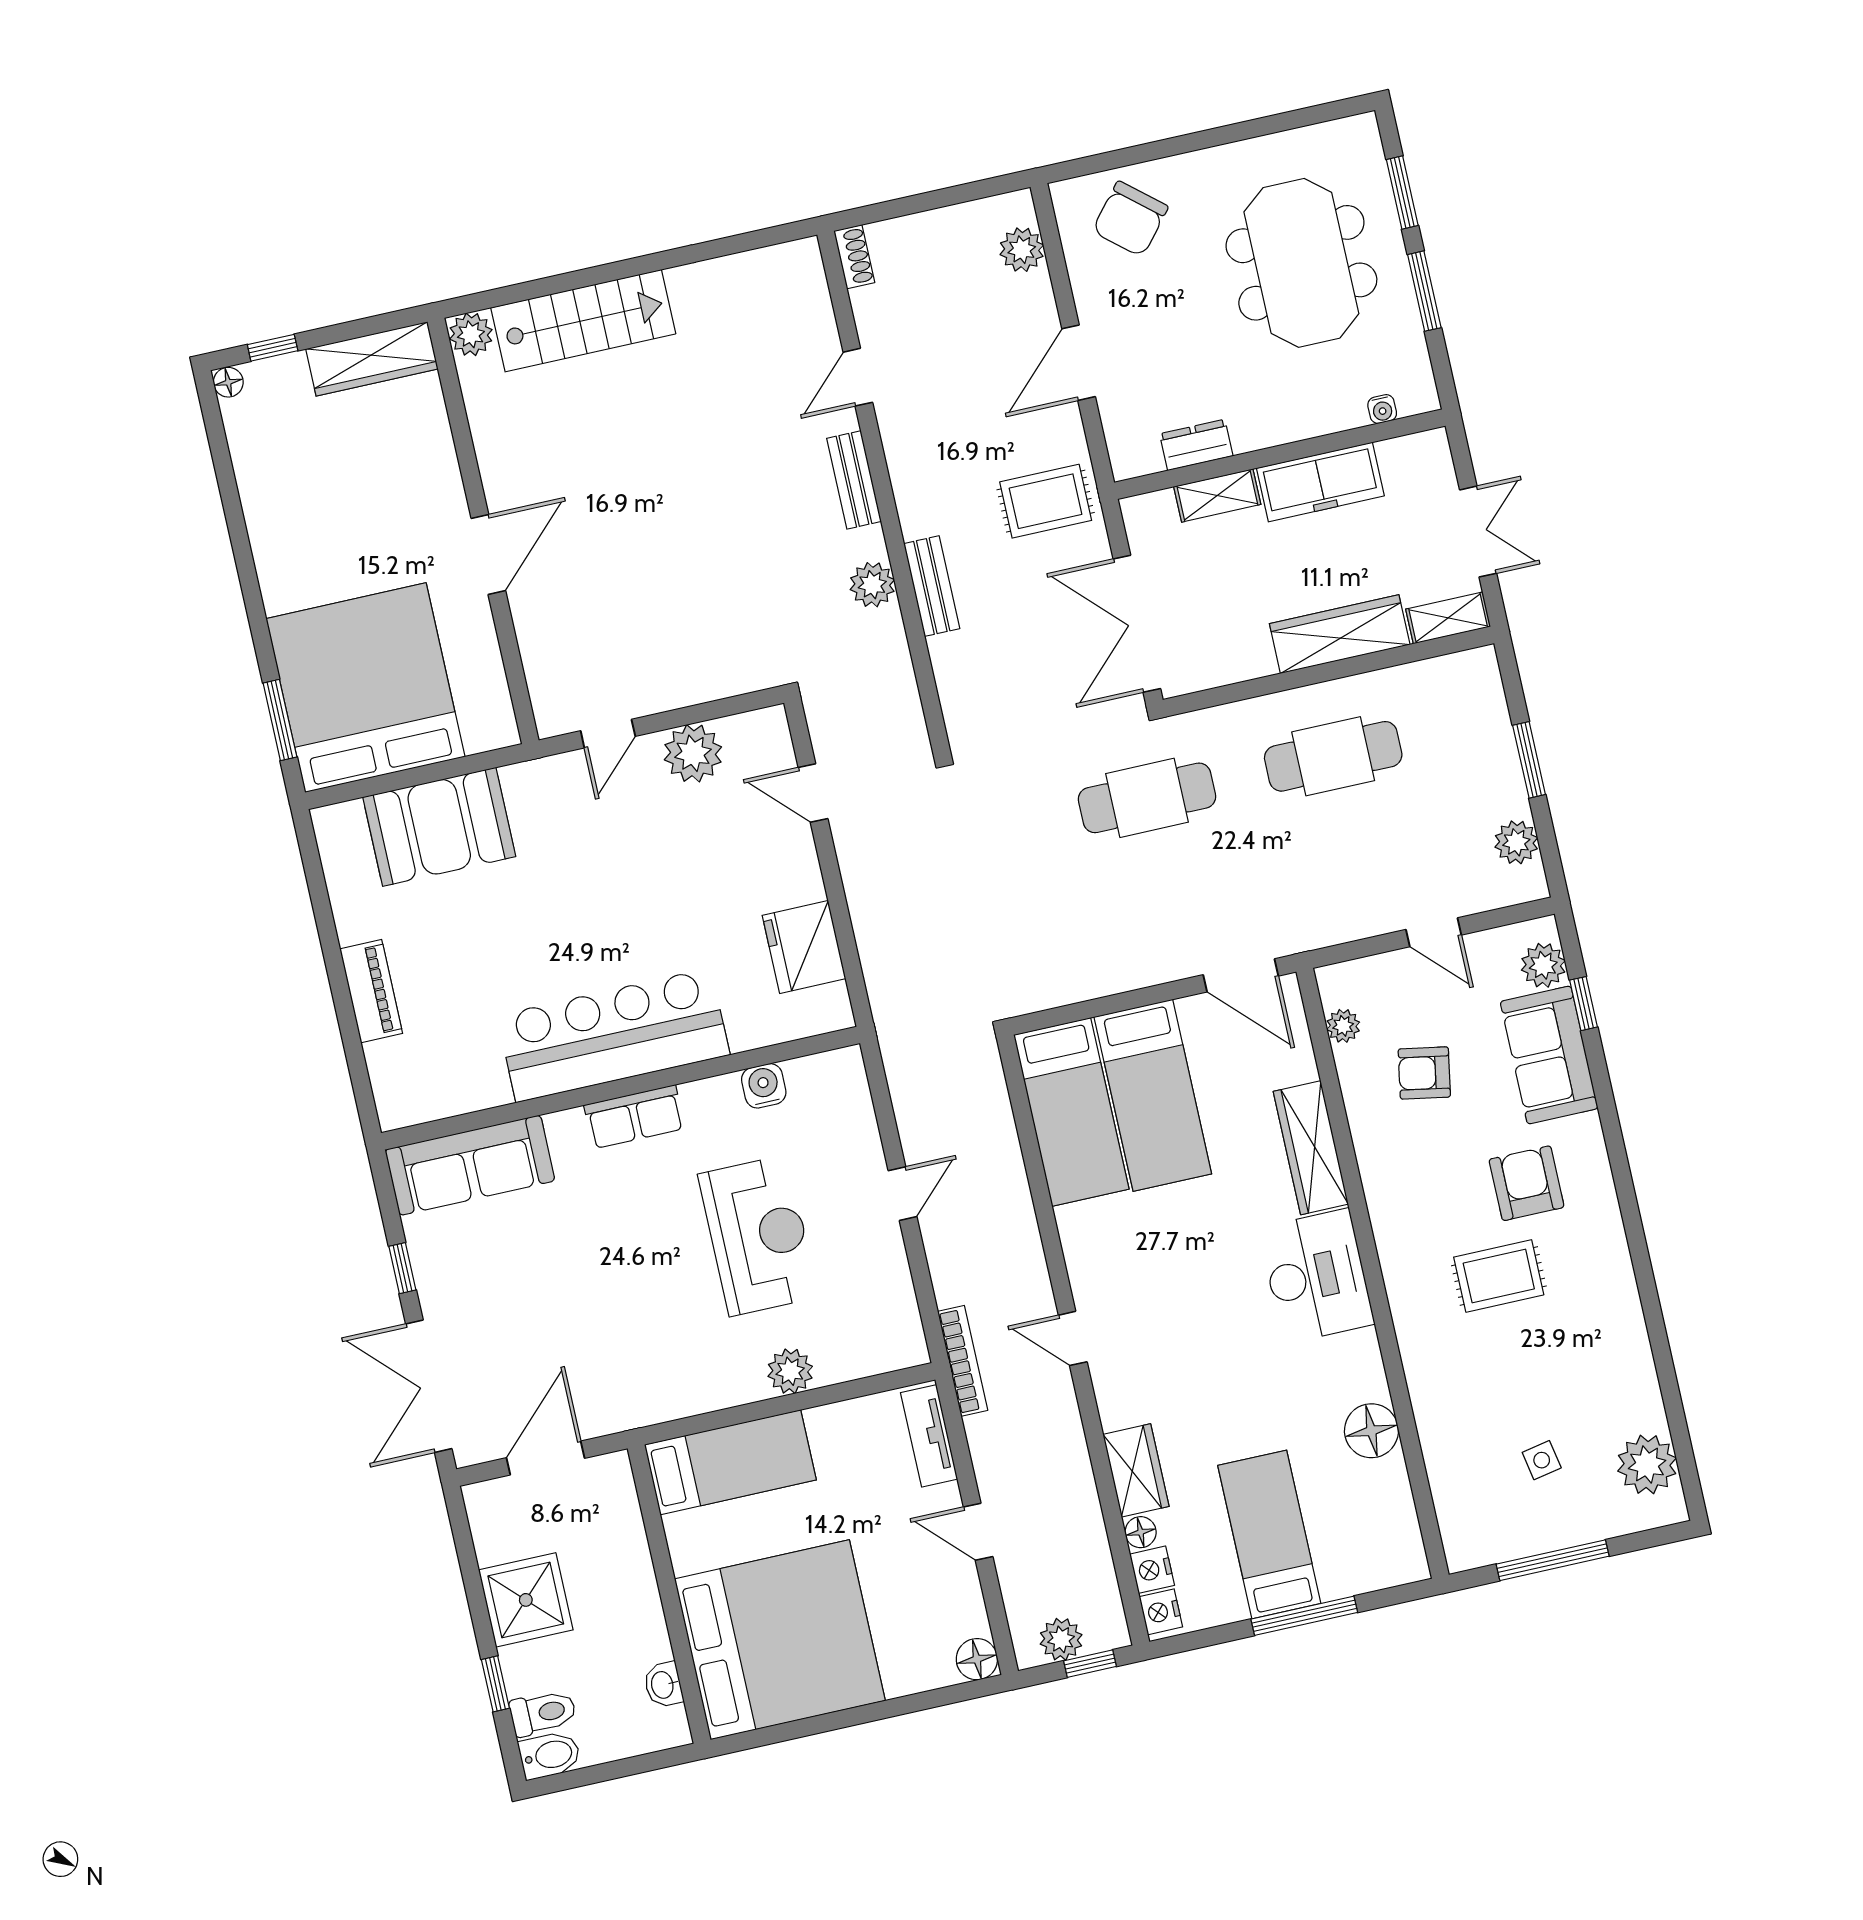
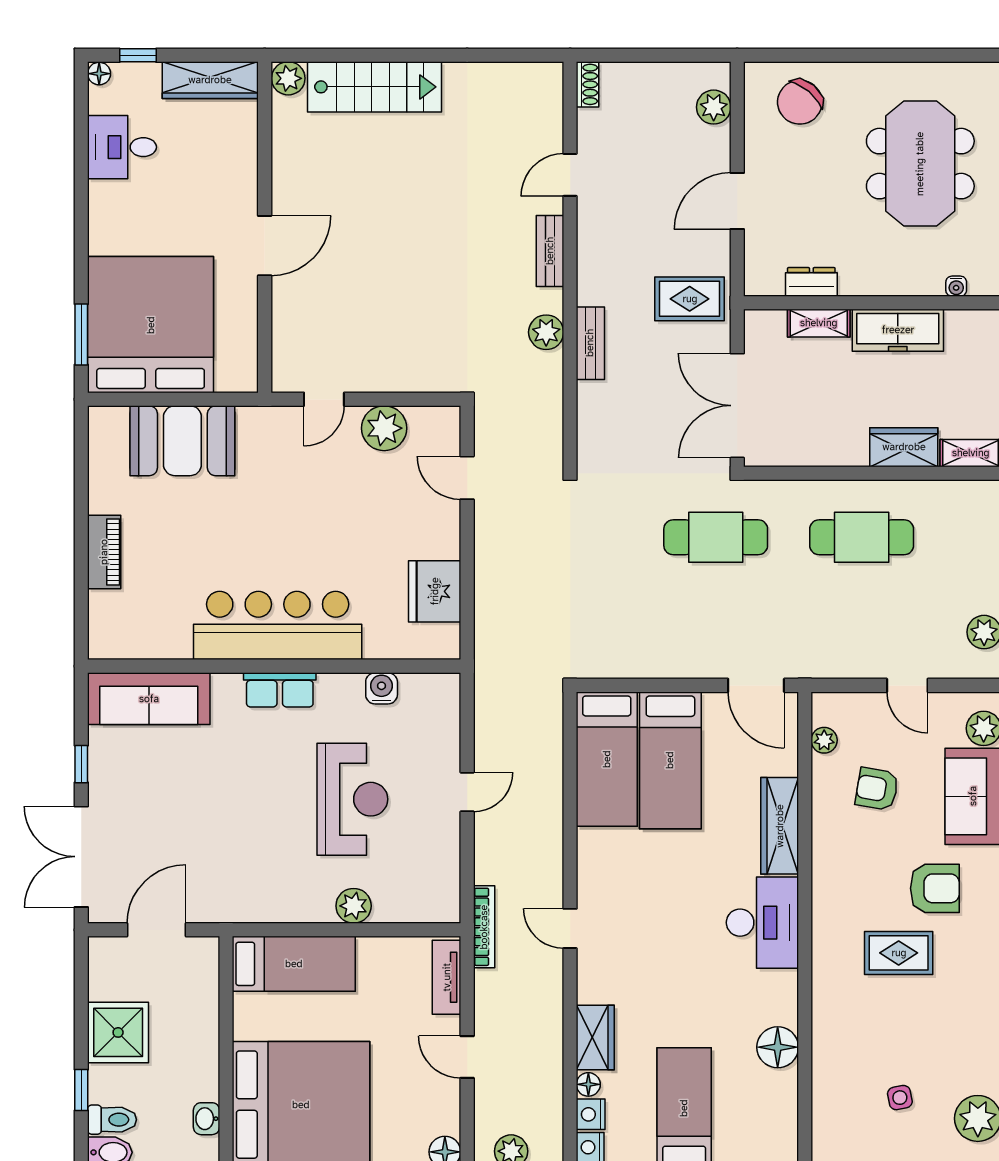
desk: (278, 469) -> (122, 147), added
wardrobe: (1340, 634) -> (904, 447), width x0.67
armchair: (1527, 1183) -> (935, 888), turned 90

